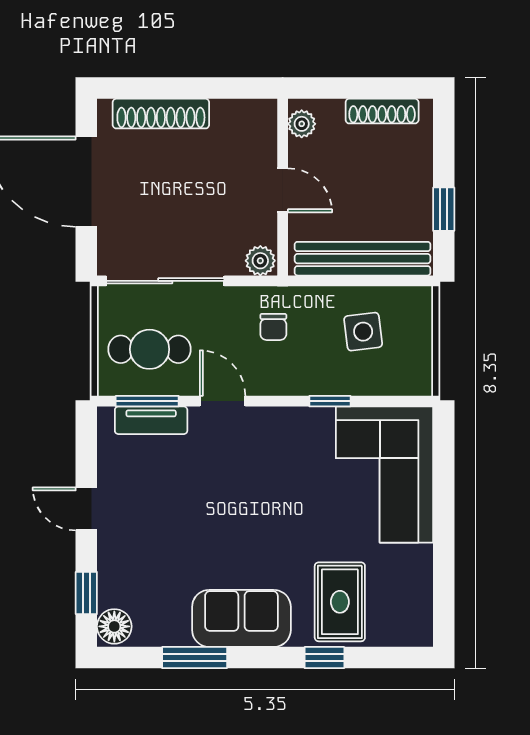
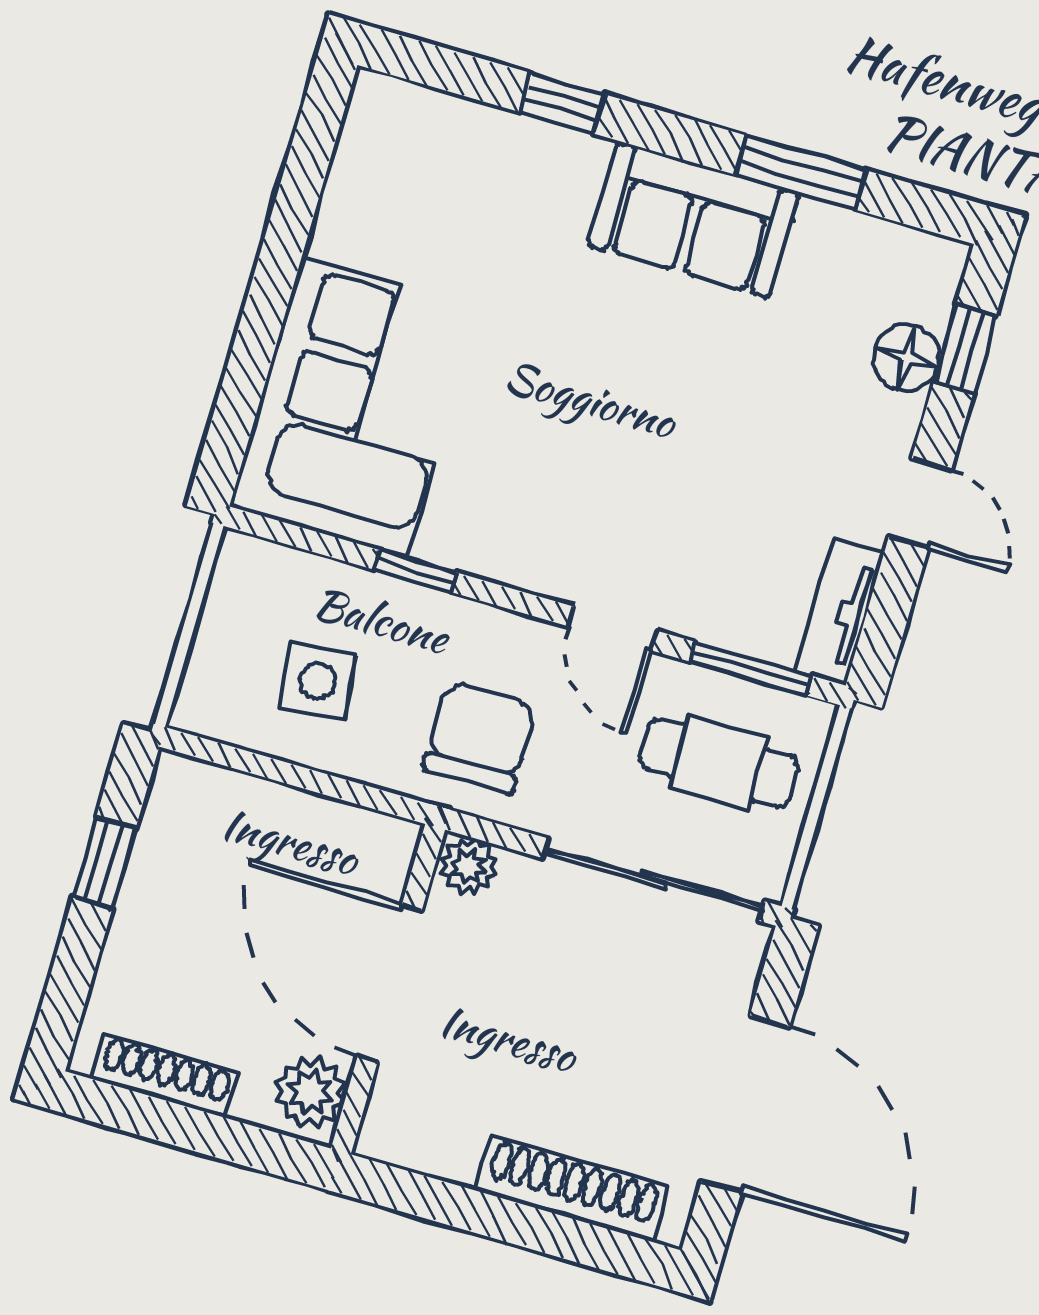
plant: (302, 124) -> (310, 1092), width x1.38, depth x1.38
door: (283, 190) -> (390, 983), width x1.87
bench: (363, 259) -> (280, 815), removed
chair: (273, 327) -> (480, 737), width x1.87, depth x1.87
tv unit: (151, 420) -> (840, 612), moved, turned -90
rug: (340, 602) -> (504, 197), removed
floor lamp: (114, 626) -> (907, 358), moved

